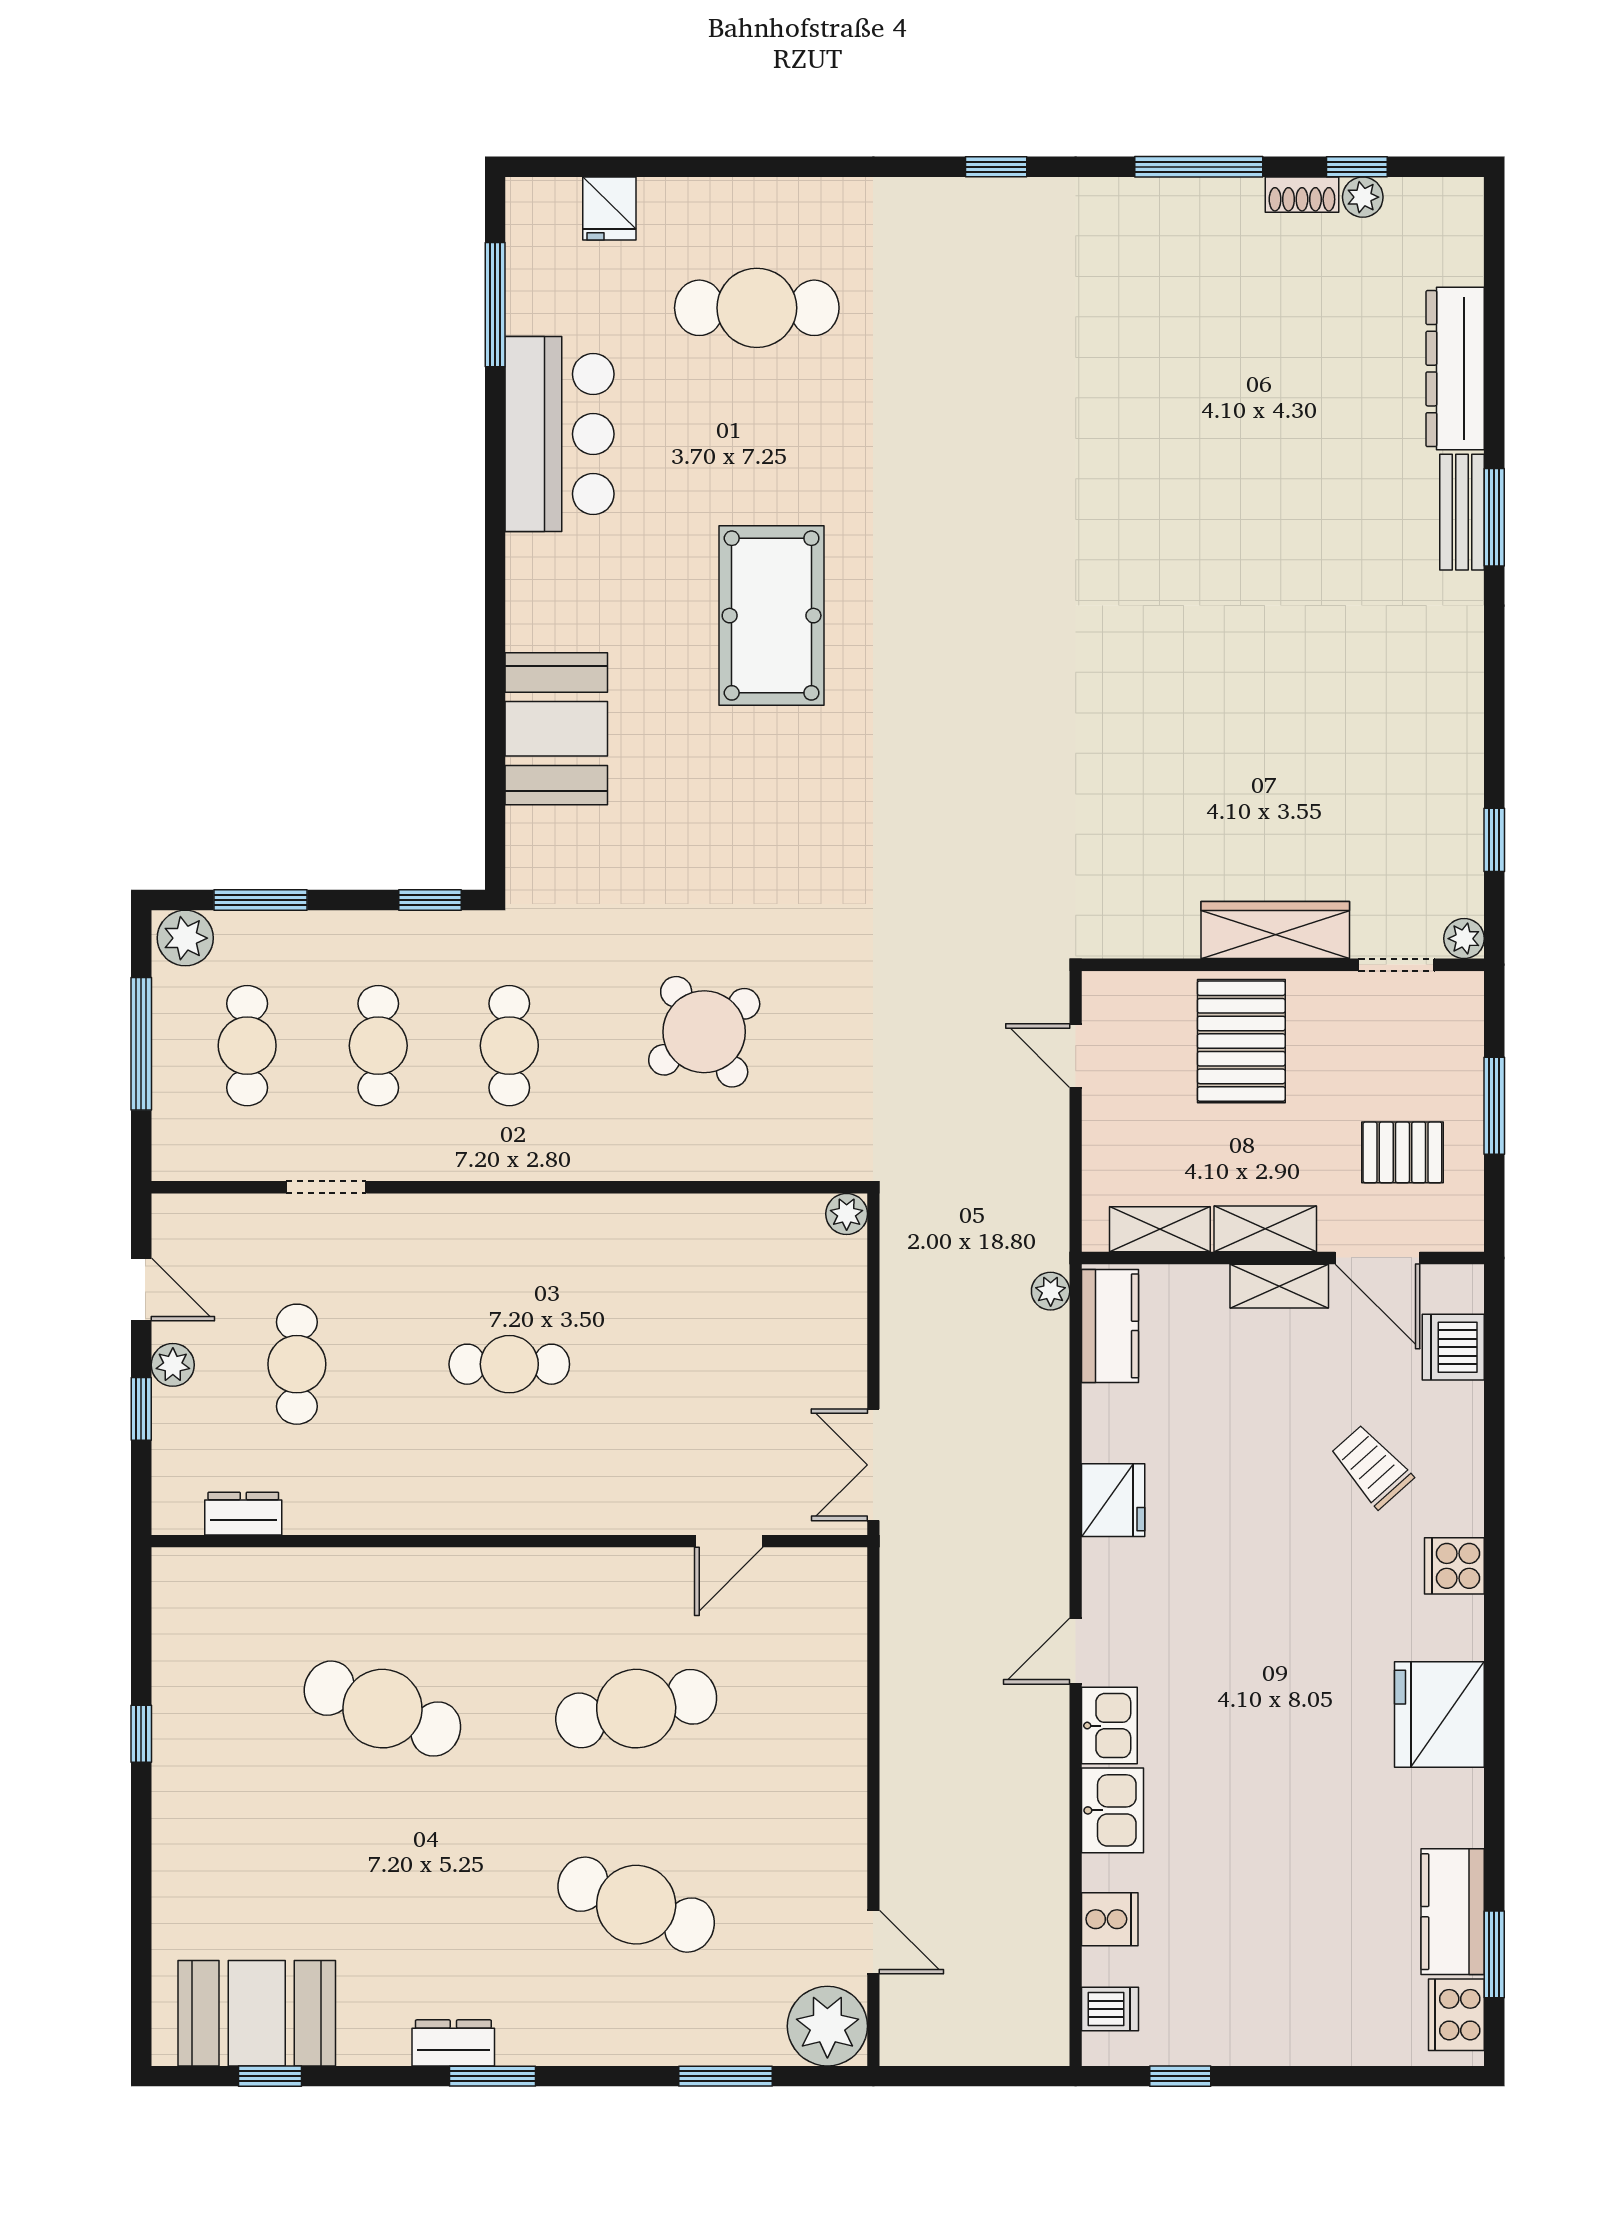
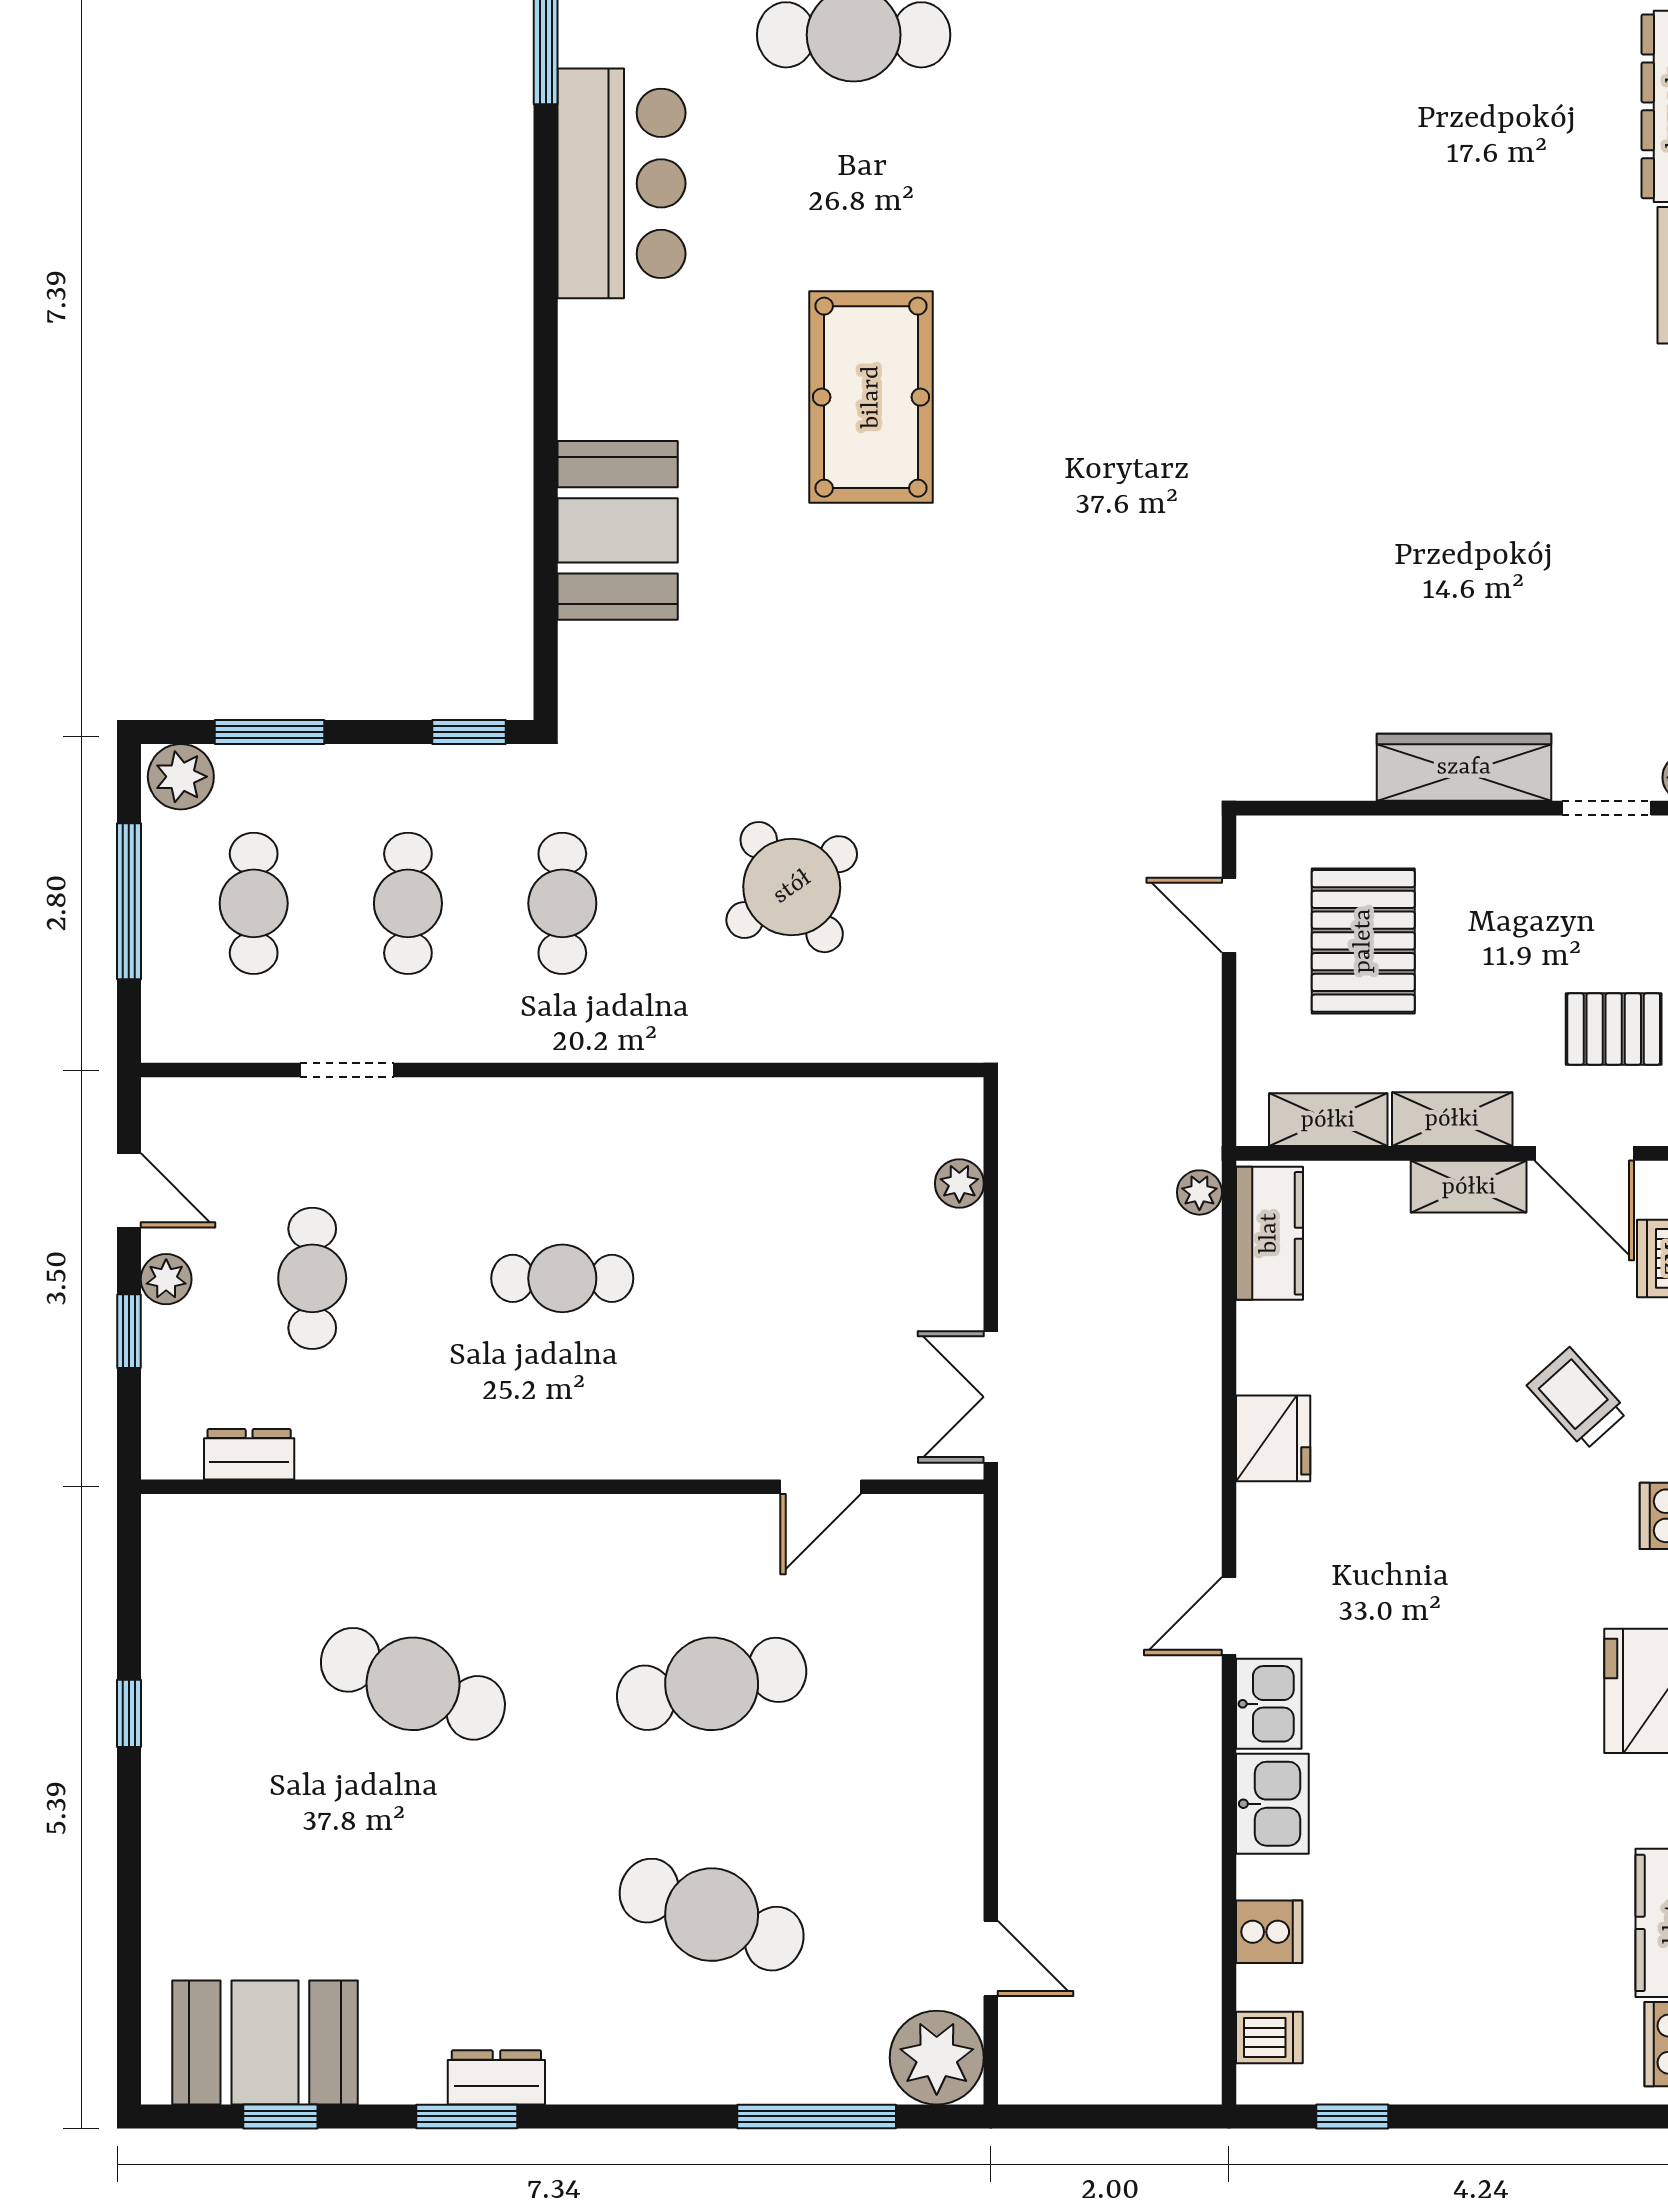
pallet: (1241, 1041) -> (1363, 941), moved
plant: (847, 1214) -> (959, 1183), moved
window: (492, 2076) -> (467, 2116), moved
window: (725, 2076) -> (817, 2116), width x1.44

